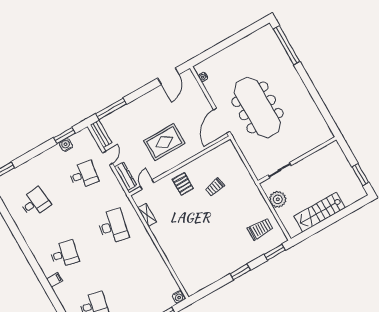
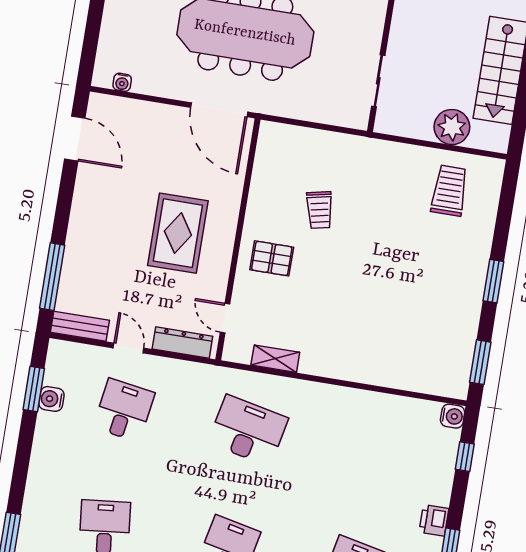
plant: (278, 199) -> (452, 127), moved
window: (275, 252) -> (480, 362), moved

